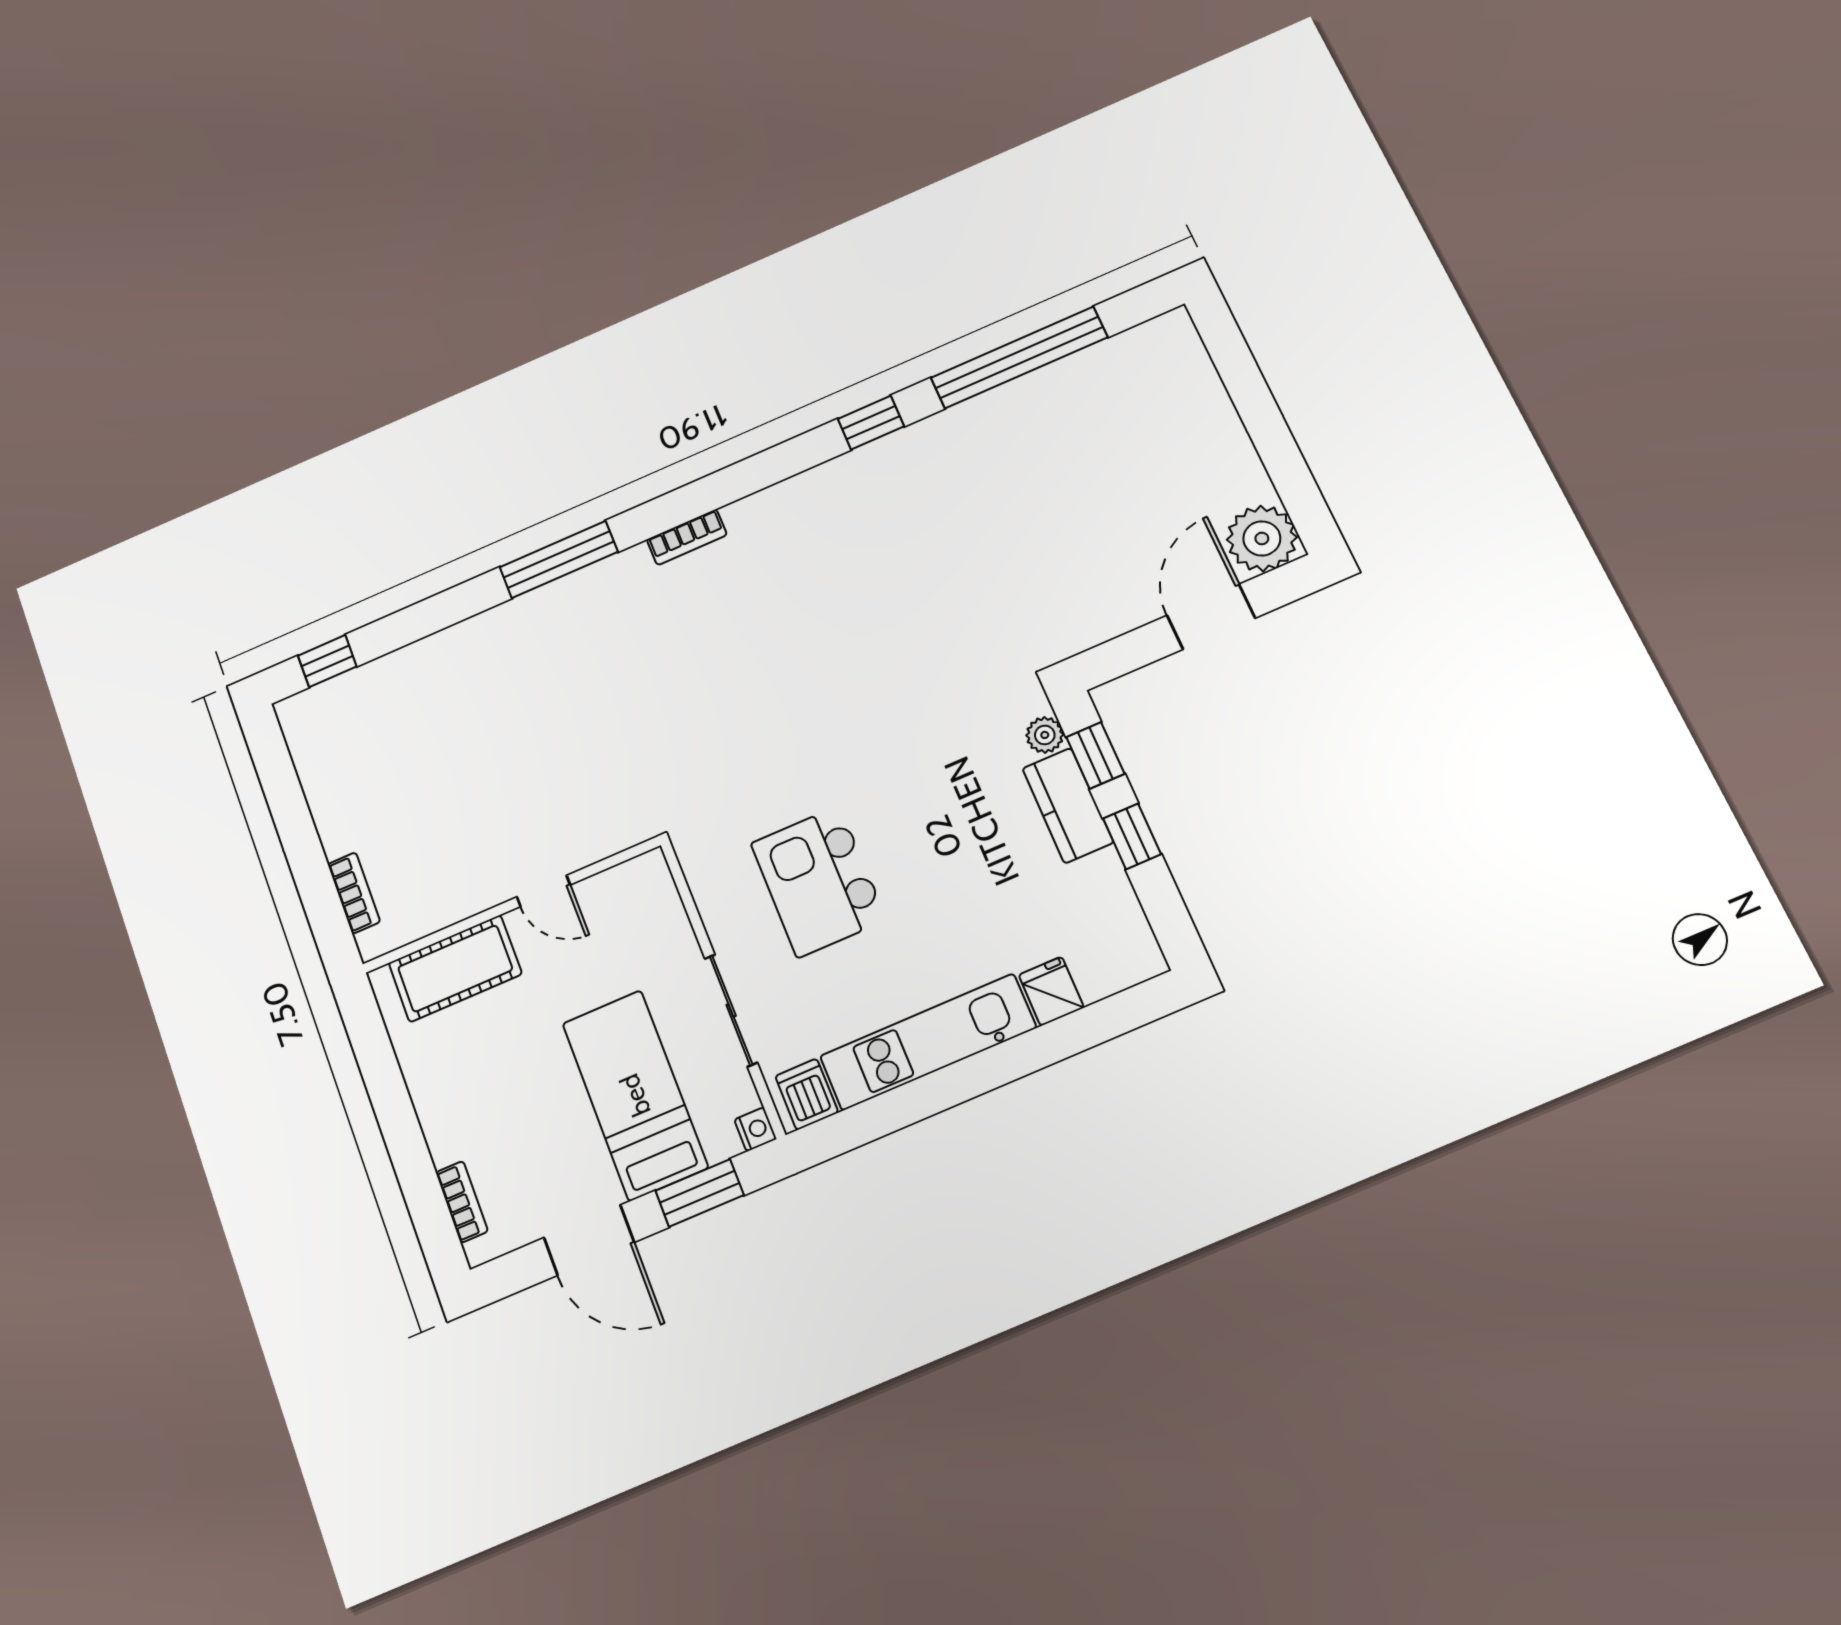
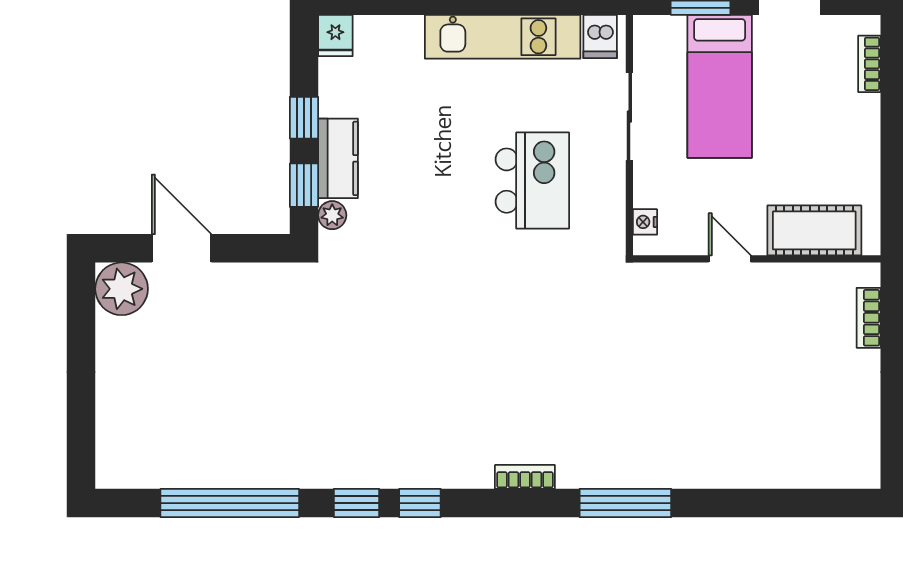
door: (1211, 617) -> (182, 248), swing flipped
window: (327, 661) -> (420, 503), moved
fridge: (1051, 991) -> (335, 35), moved
nightstand: (755, 1129) -> (645, 222), moved

